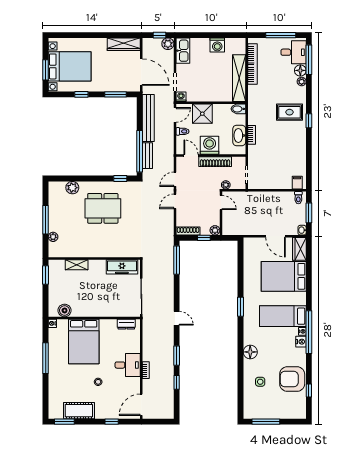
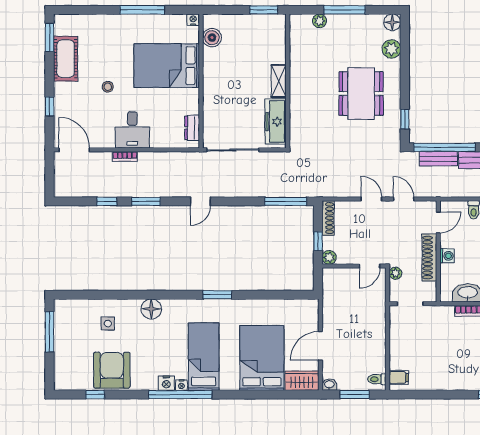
washing machine: (210, 145) -> (447, 256), width x0.53, depth x0.53
floor lamp: (54, 187) -> (392, 22), added
shelving: (77, 265) -> (279, 81), moved

